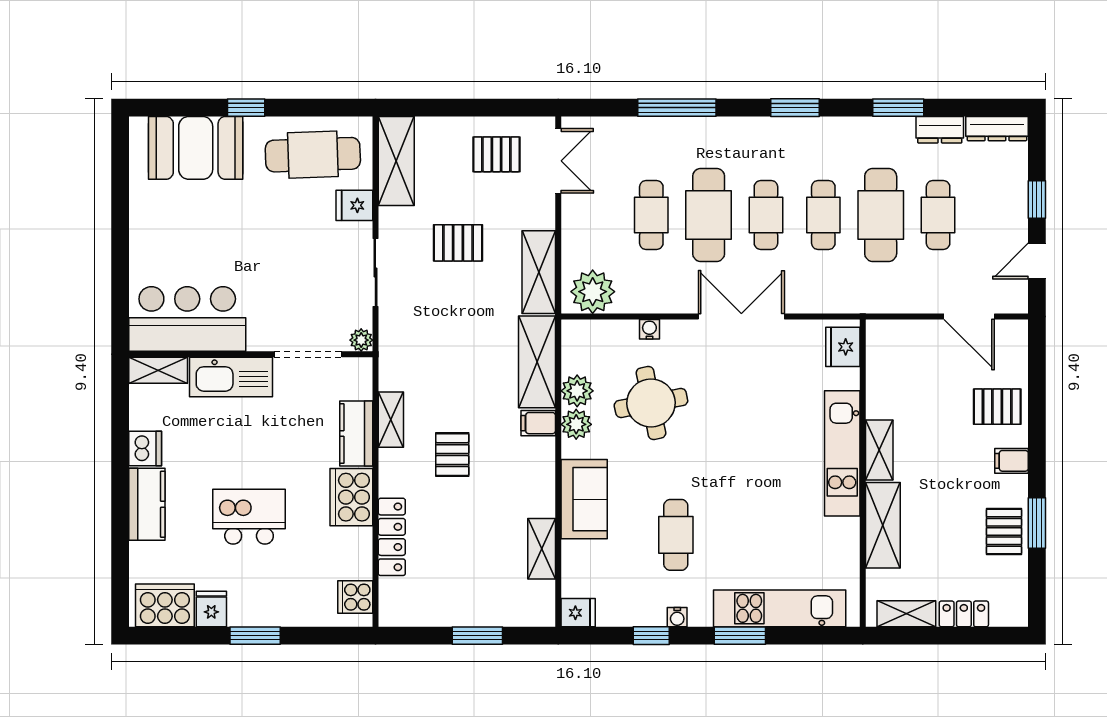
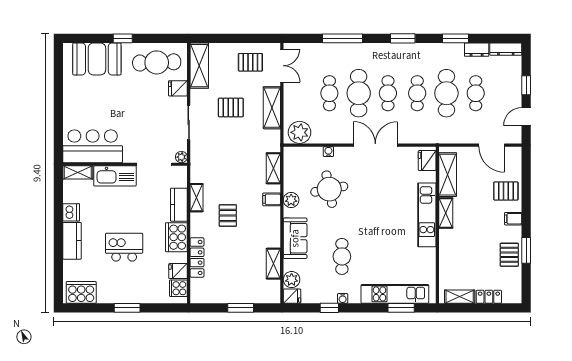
shelving: (539, 272) -> (272, 108), moved
shelving: (537, 362) -> (273, 168), width x0.67, depth x0.75
plant: (577, 391) -> (292, 280), moved
shelving: (883, 525) -> (448, 175), moved
fridge: (211, 609) -> (178, 271), moved, turned -90
window: (740, 636) -> (401, 308), moved

